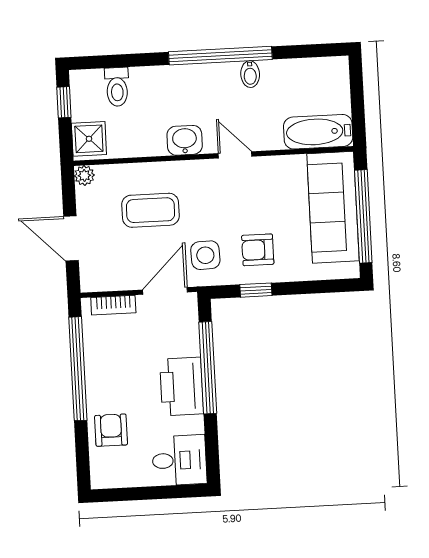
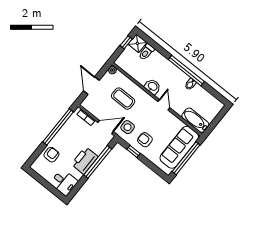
shower: (89, 139) -> (137, 43), moved

